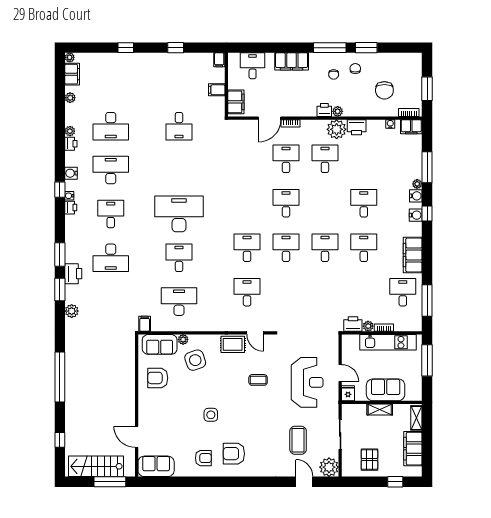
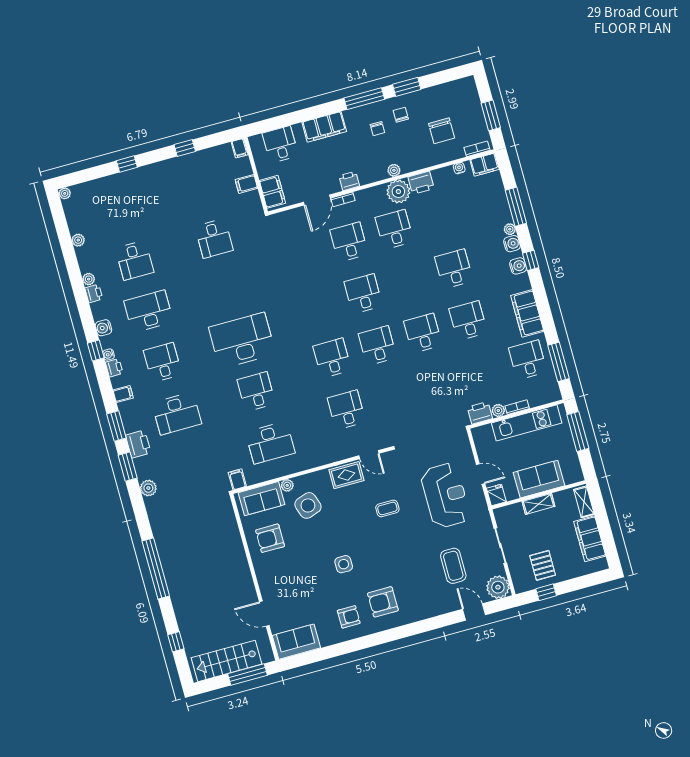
filing cabinet: (72, 74) -> (123, 394), moved, width x0.50
printer: (324, 110) -> (349, 181), moved
desk: (111, 126) -> (135, 260), width x0.73
desk: (179, 302) -> (270, 443), turned 180
window: (395, 482) -> (546, 592), moved

